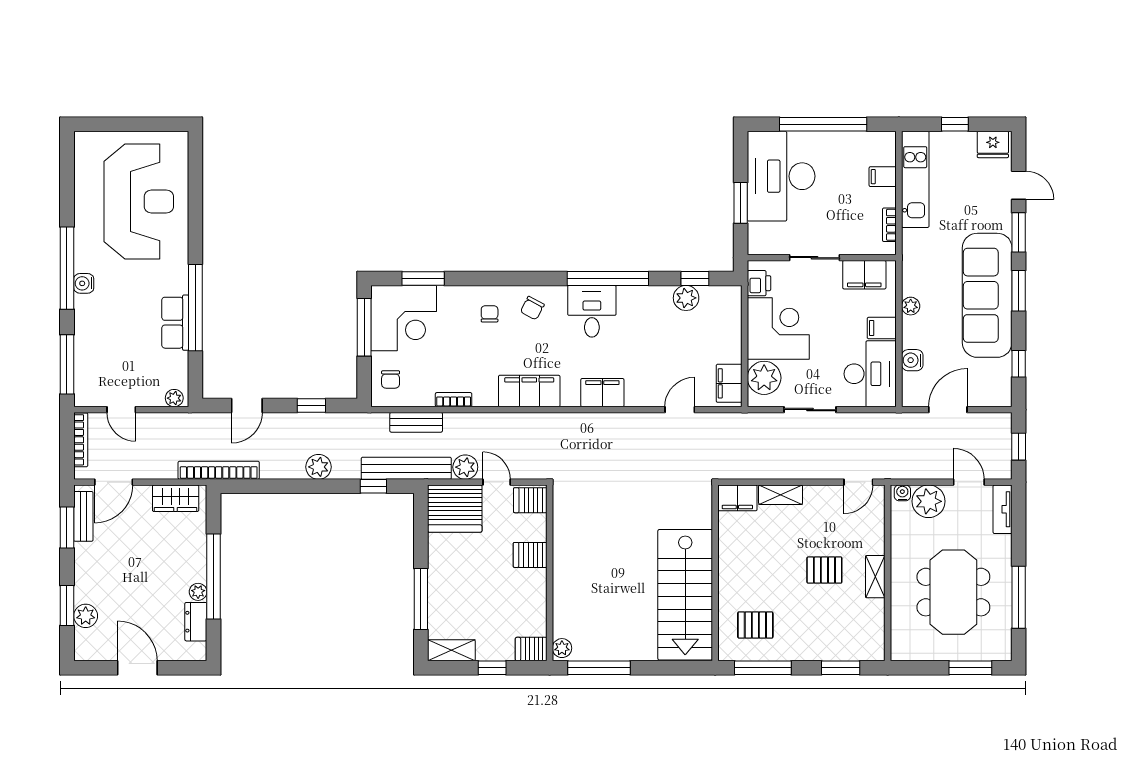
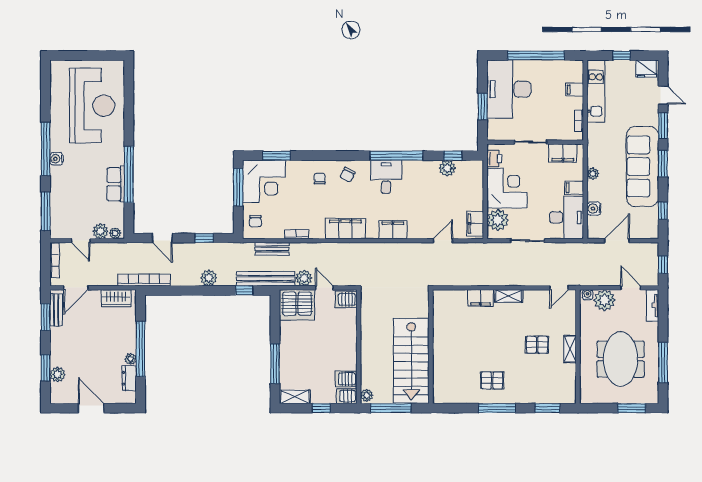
plant: (152, 395) -> (100, 231), added
door: (247, 406) -> (162, 238), hinge flipped
server rack: (530, 555) -> (346, 379), moved
wall: (715, 573) -> (431, 347), moved
stairs: (685, 595) -> (411, 361), moved

